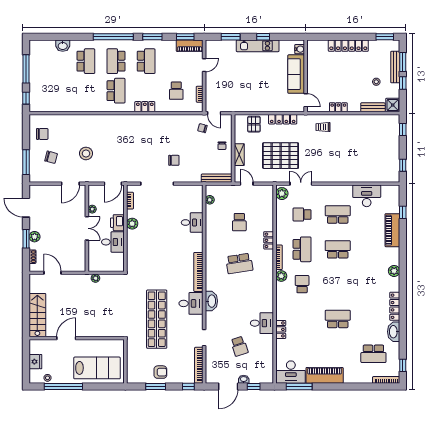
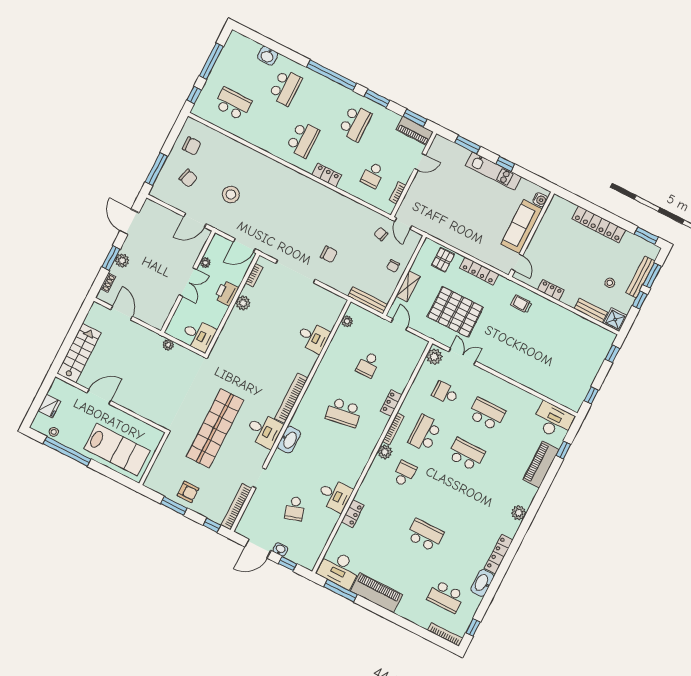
school desk: (116, 61) -> (233, 104), moved, turned 90
desk: (367, 196) -> (553, 420), moved
desk: (113, 242) -> (198, 335), moved
school desk: (302, 249) -> (425, 433), turned 180

